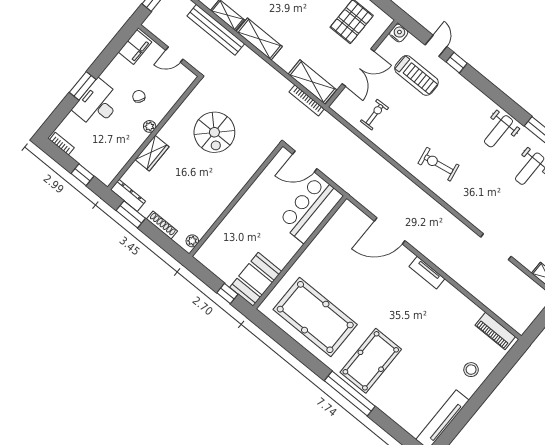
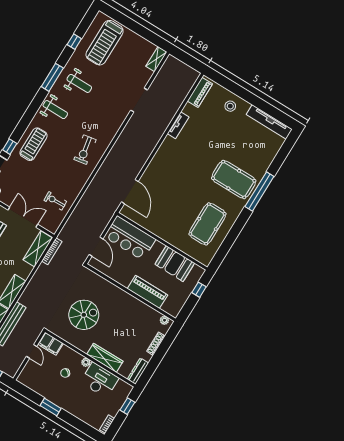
filing cabinet: (135, 47) -> (50, 344), moved, turned 180
treadmill: (416, 75) -> (34, 144), moved
window: (83, 86) -> (51, 407), moved
desk: (97, 104) -> (100, 380), moved, turned 180
wardrobe: (152, 153) -> (105, 358), width x1.50
window: (131, 214) -> (151, 367), removed
piano: (234, 223) -> (147, 292), added
door: (390, 231) -> (130, 192), moved
tv unit: (427, 273) -> (178, 125), moved
booth: (256, 279) -> (175, 264), moved
pool table: (315, 317) -> (207, 224), width x0.73, depth x0.76

